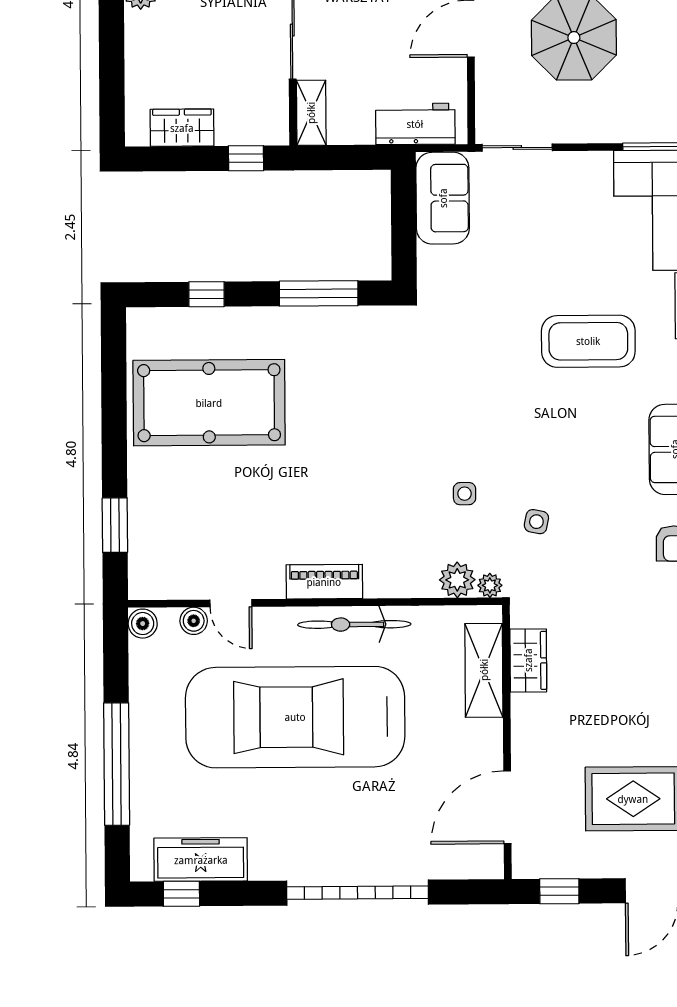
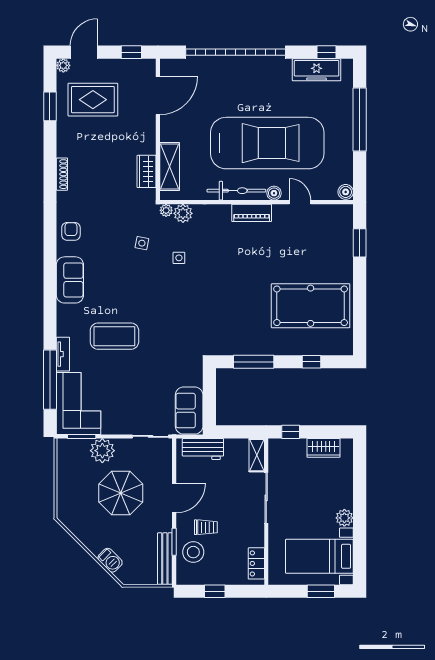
plant: (610, 119) -> (102, 451), added
boiler: (194, 621) -> (274, 193), moved
garage door: (358, 893) -> (236, 52), width x1.36

